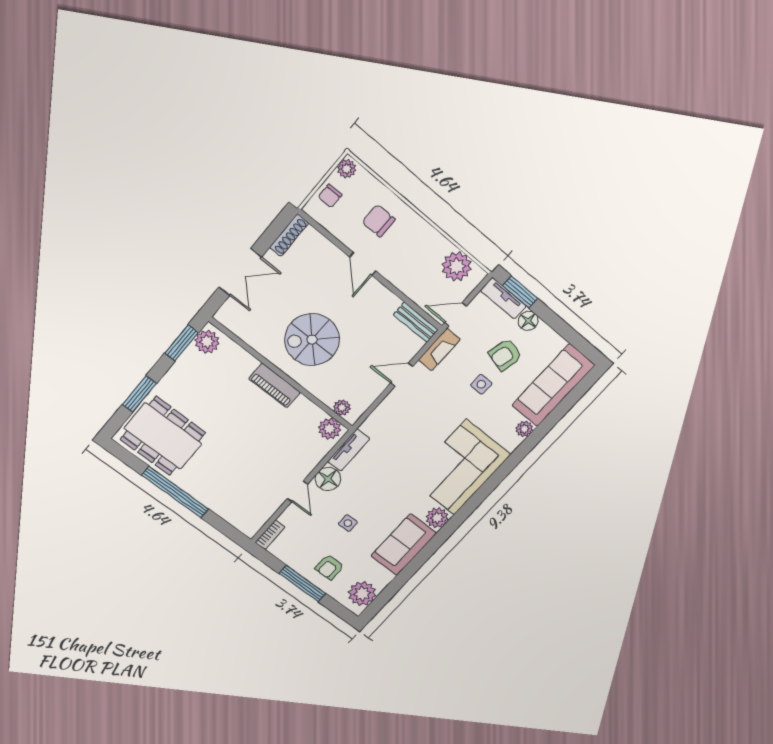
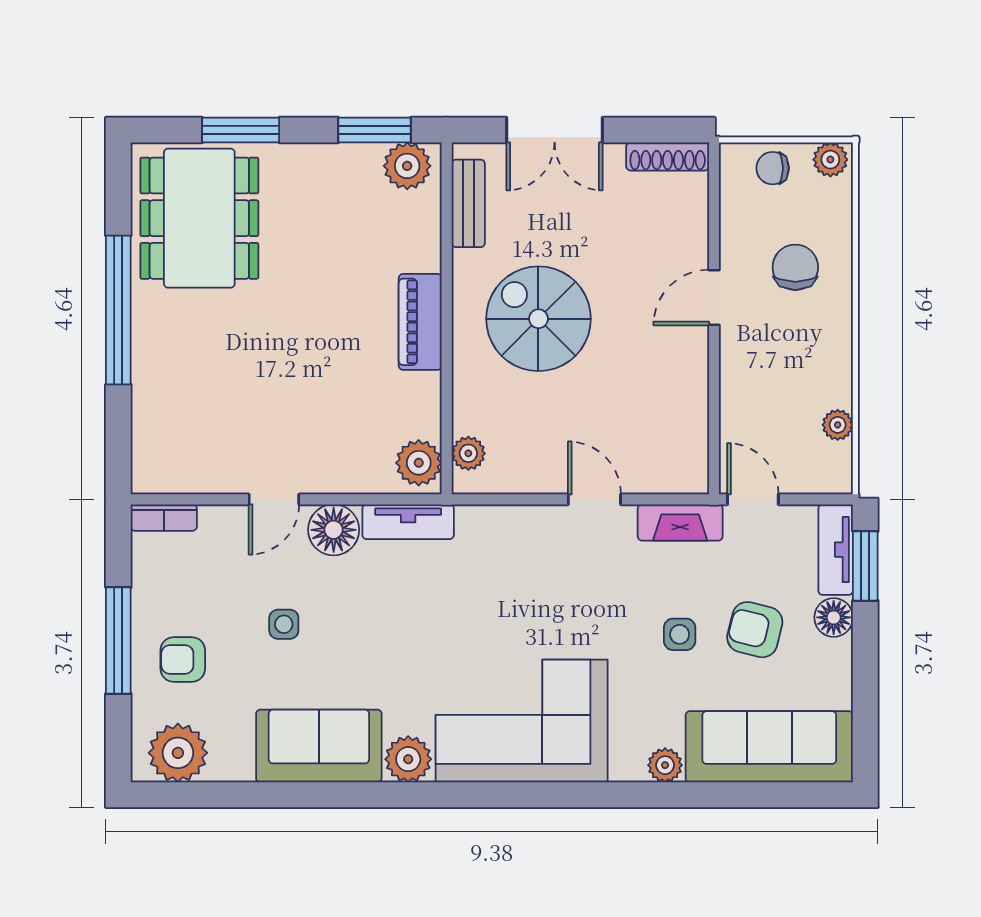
plant: (457, 266) -> (838, 425), width x0.53, depth x0.53
bench: (416, 322) -> (468, 203), moved

